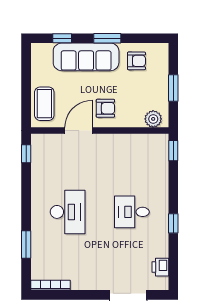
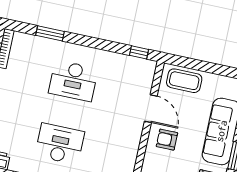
armchair: (105, 108) -> (167, 140), turned 90
desk: (132, 212) -> (60, 144), width x1.37

